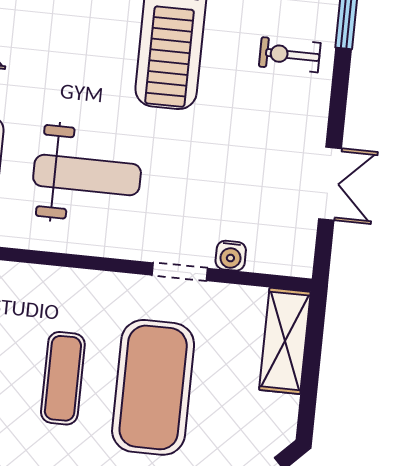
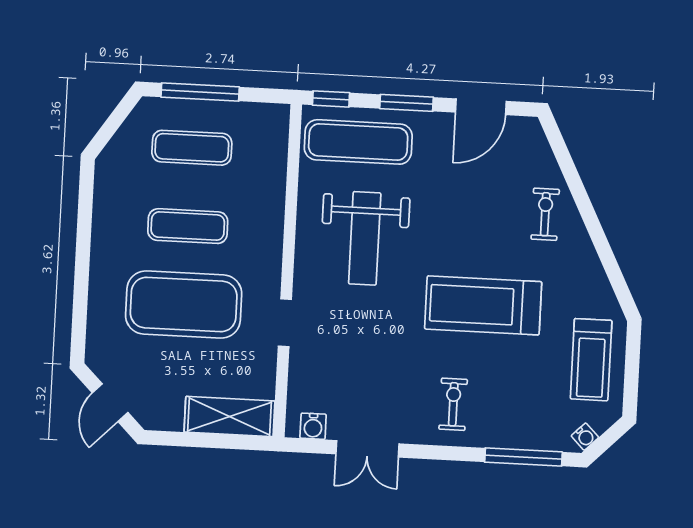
exercise bike: (290, 55) -> (453, 404), moved
water cooler: (231, 256) -> (313, 426), moved, turned -90

